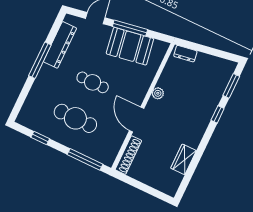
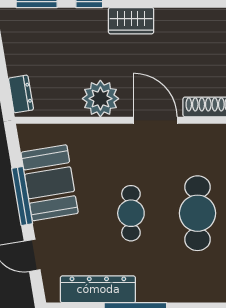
plant: (158, 93) -> (100, 99), width x1.88, depth x1.88
door: (137, 119) -> (155, 120), swing flipped
wardrobe: (184, 159) -> (131, 21), moved

